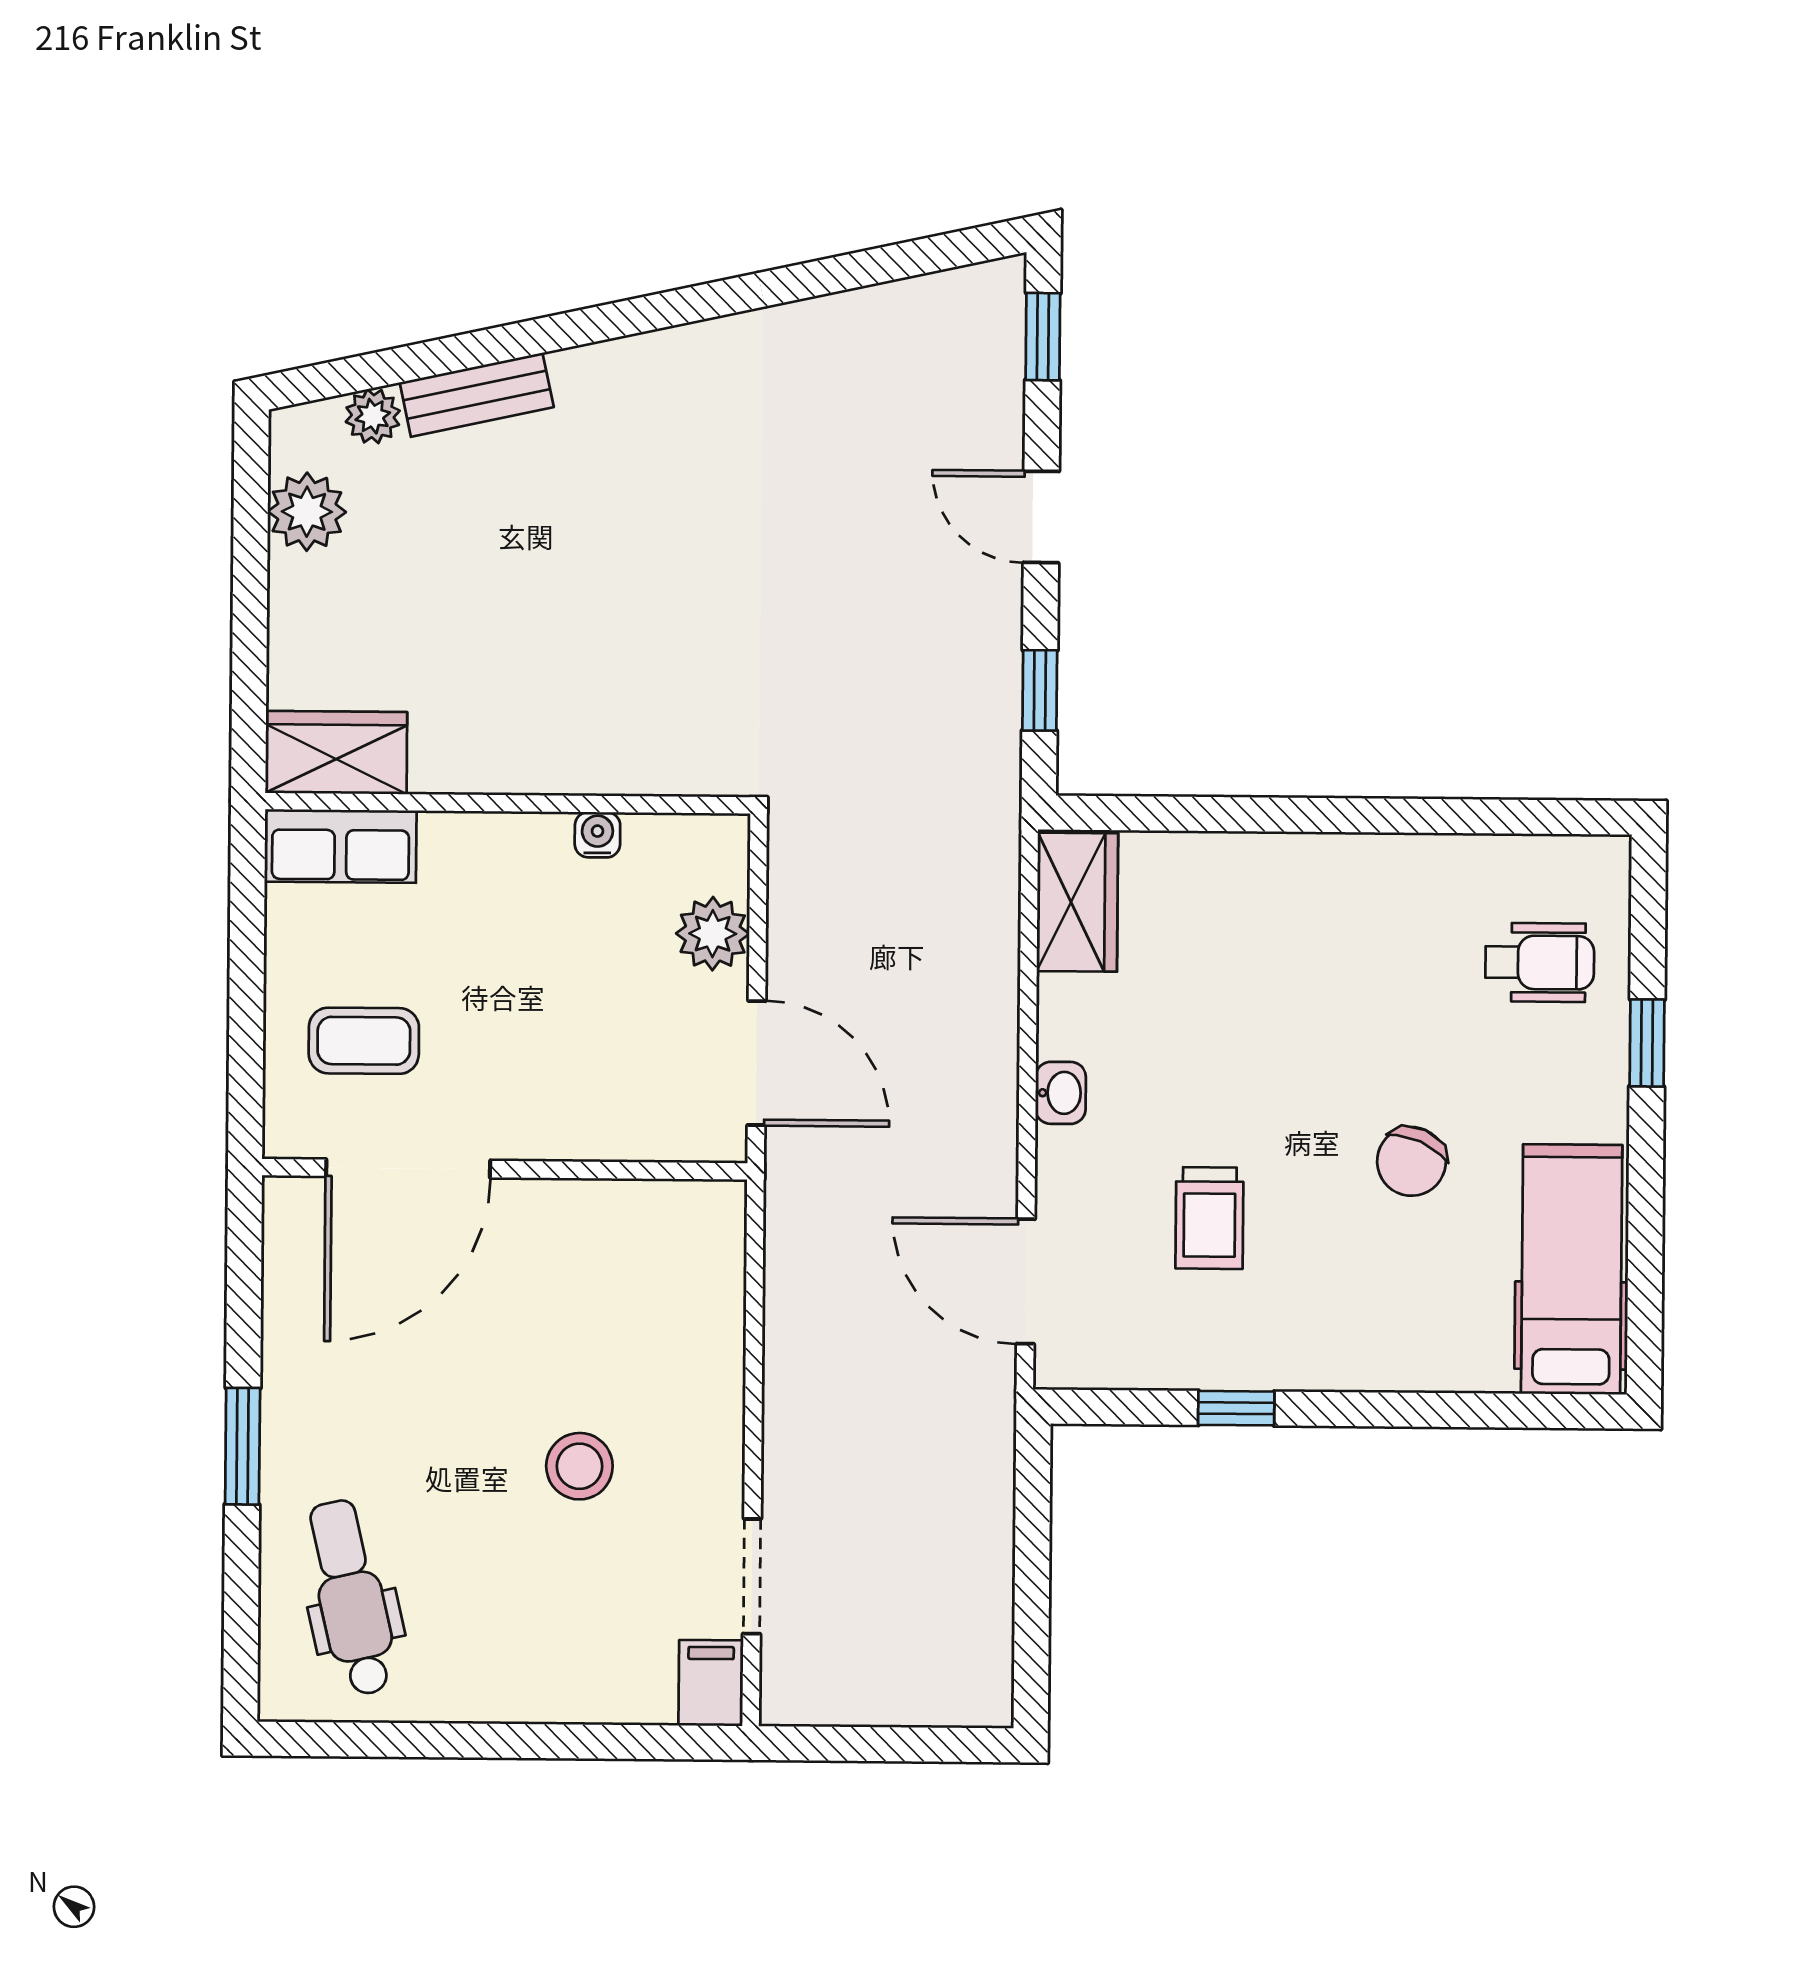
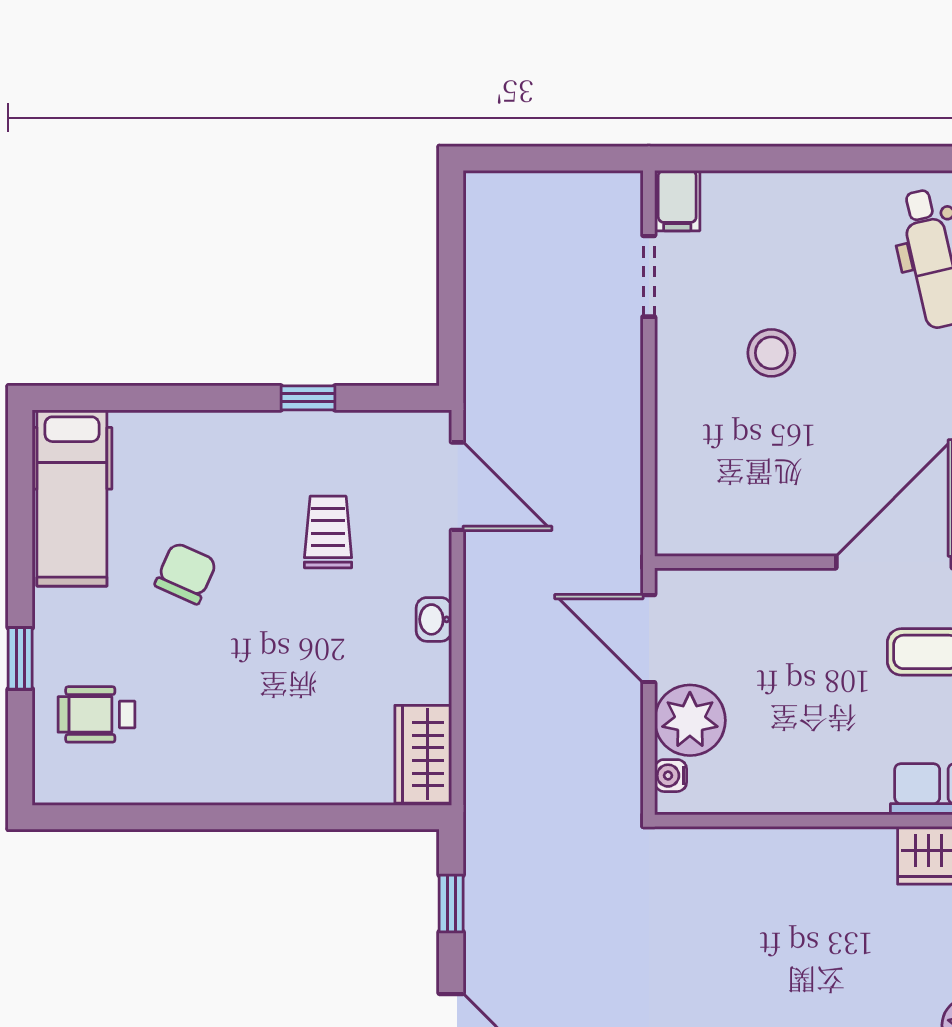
water cooler: (597, 835) -> (671, 776), moved, turned 90
plant: (713, 934) -> (690, 720), width x1.36, depth x1.36

